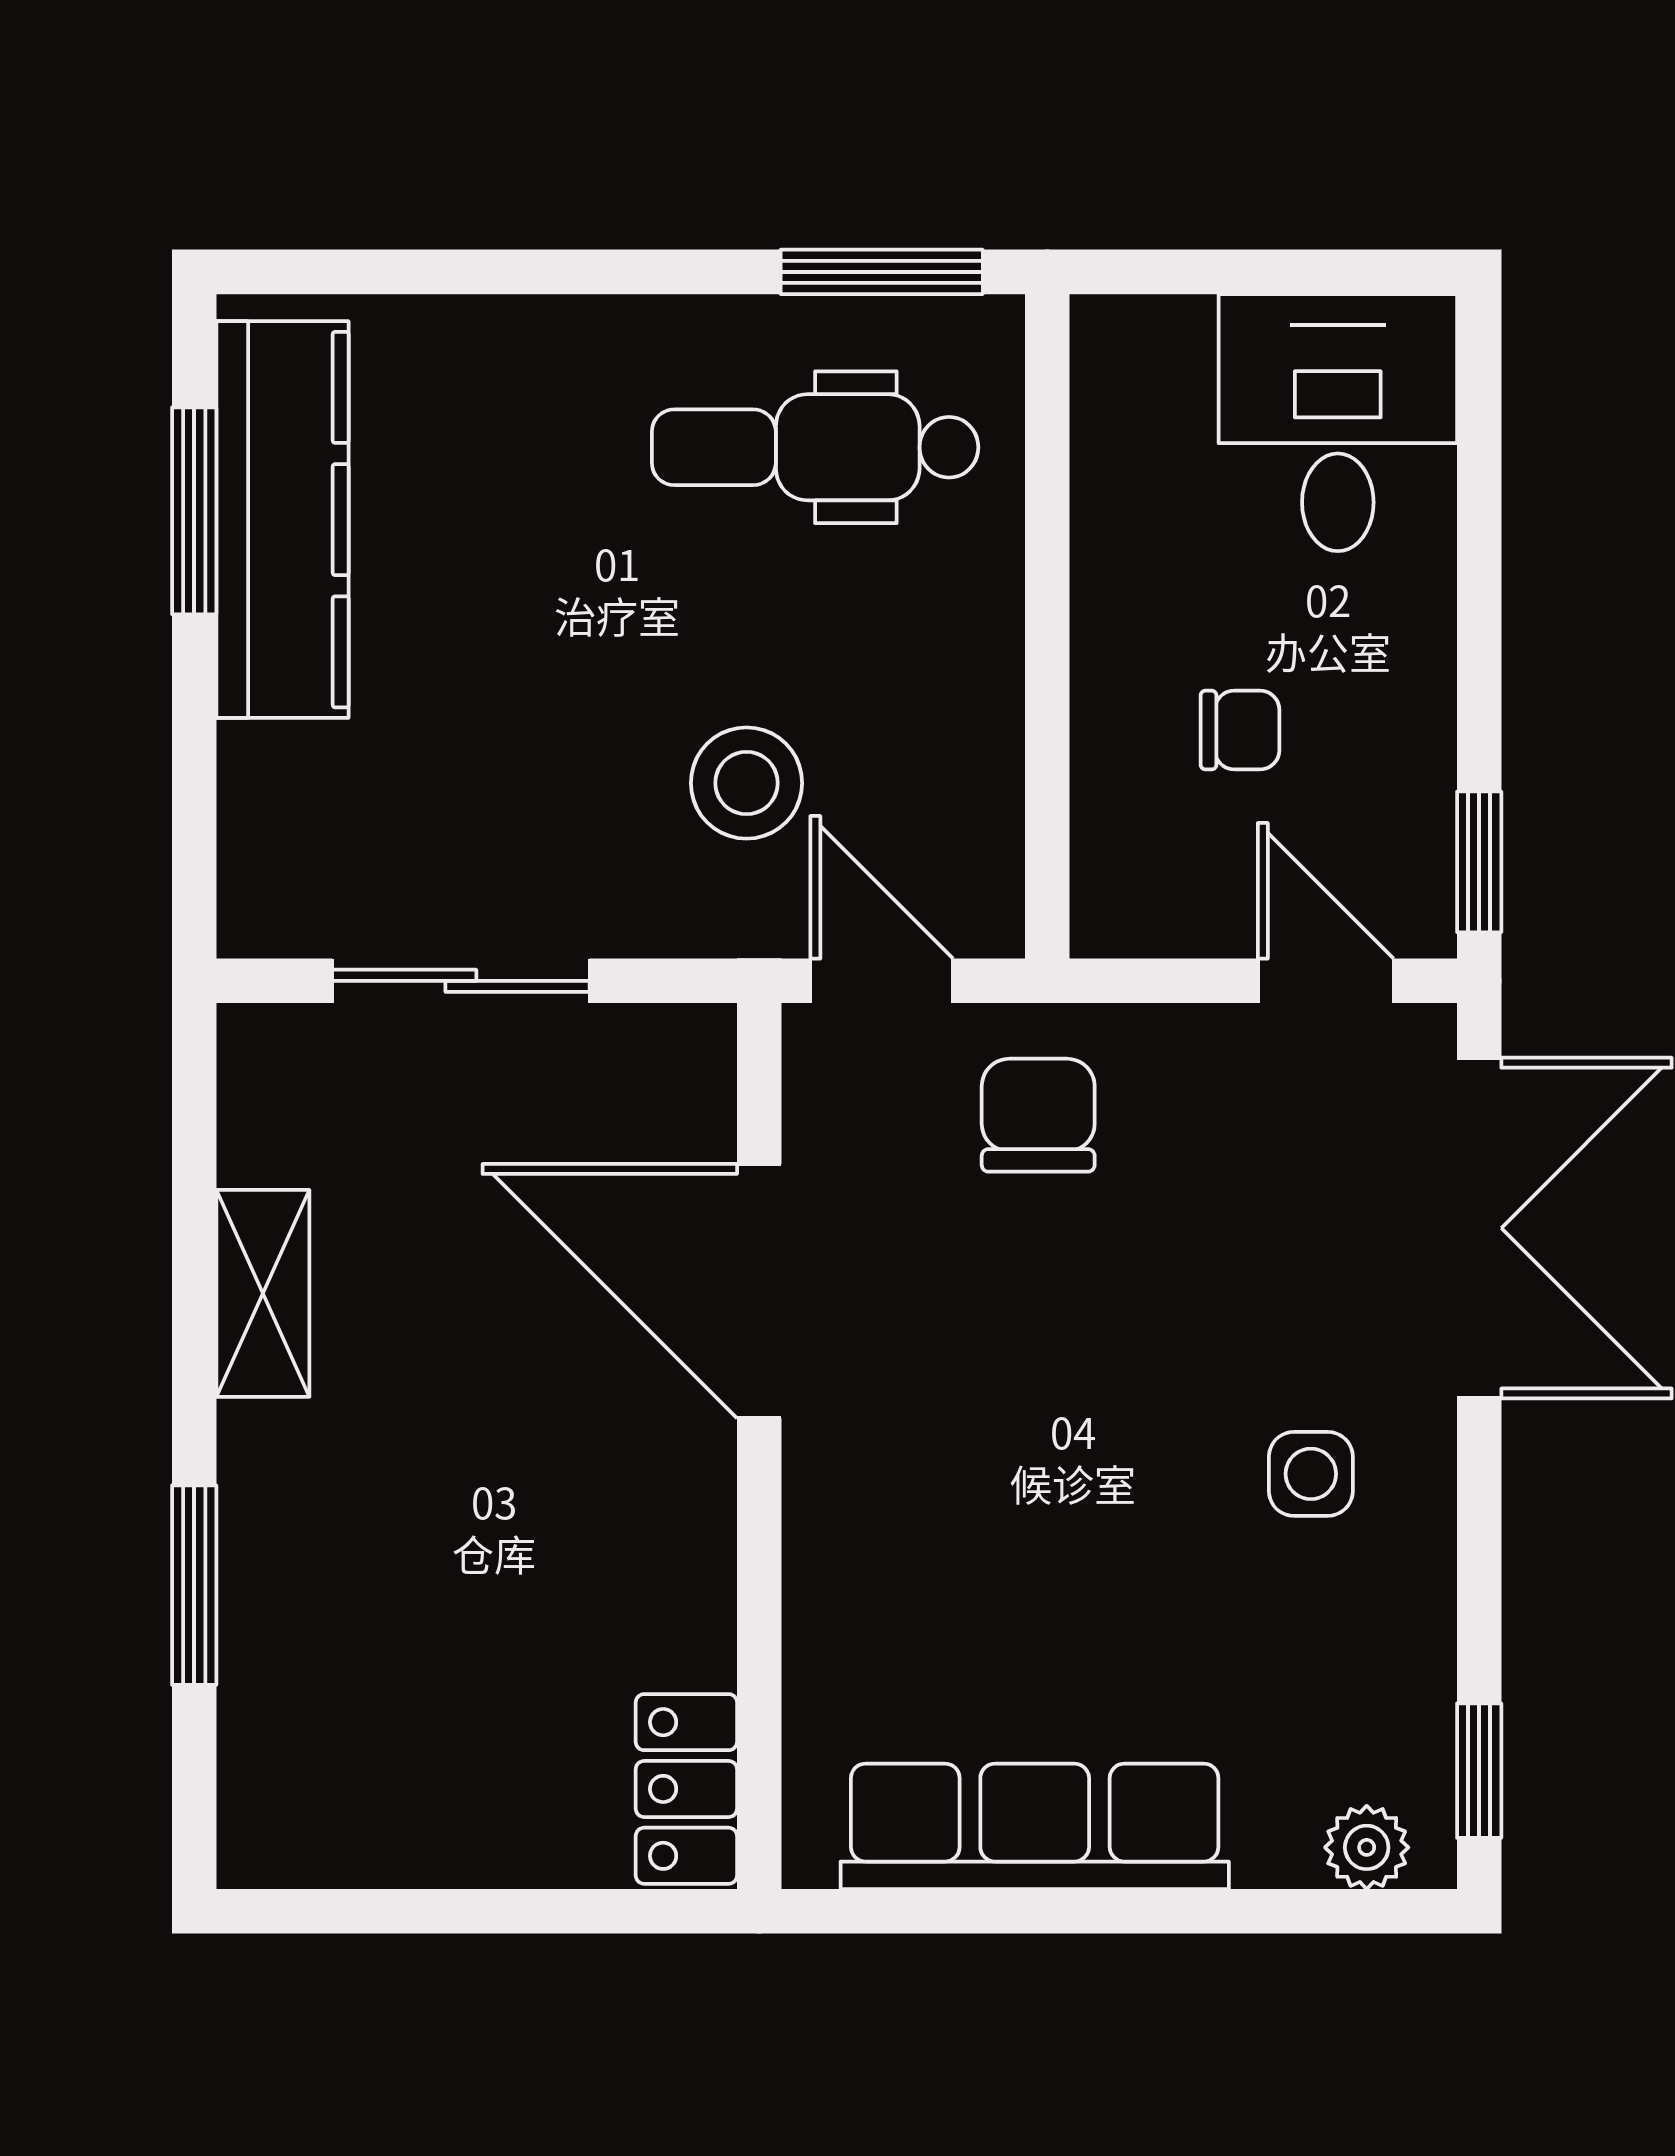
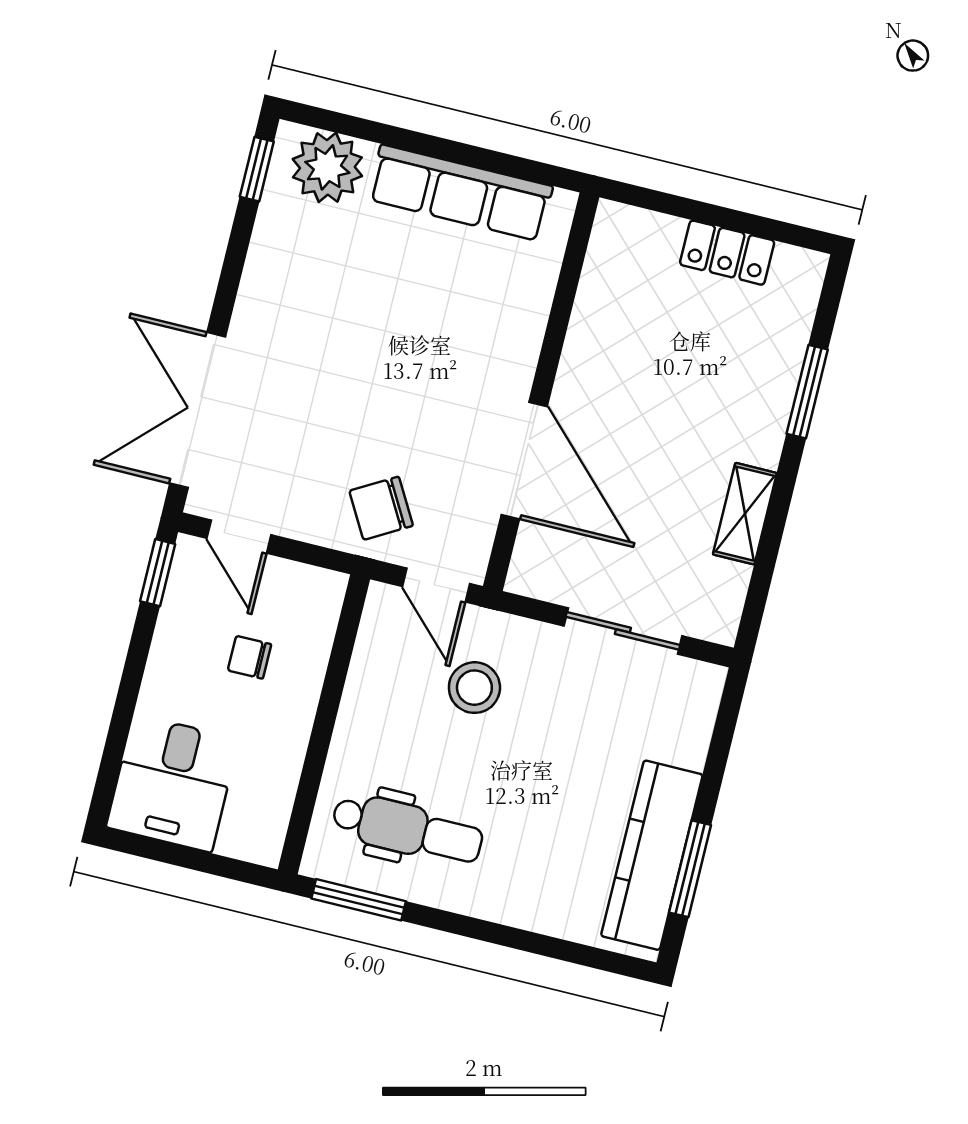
chair: (1038, 1115) -> (381, 508), turned 60
side table: (1311, 1474) -> (299, 319), removed
locker: (686, 1789) -> (727, 253), moved, turned 90
plant: (1367, 1847) -> (327, 167), width x1.88, depth x1.88

